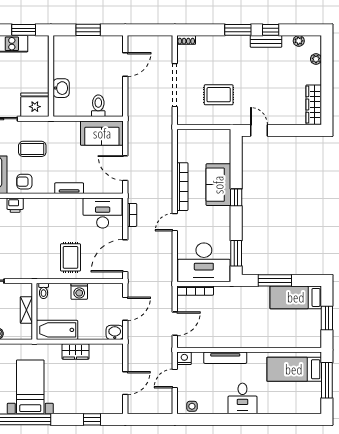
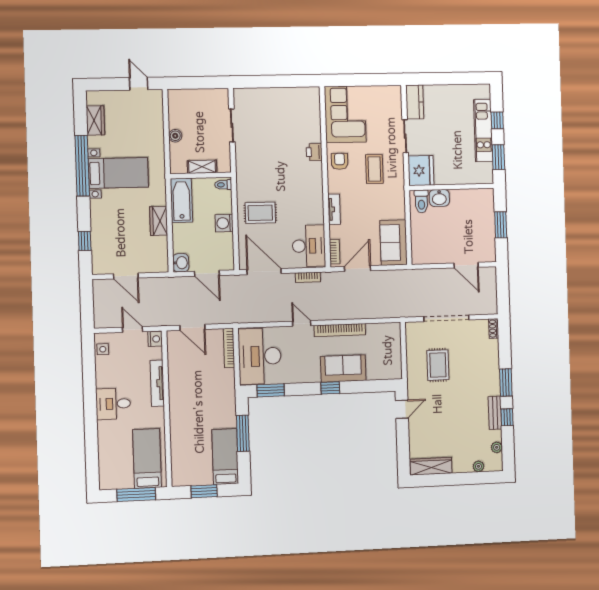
toilet: (98, 106) -> (421, 201), moved, turned 90
bookcase: (109, 189) -> (335, 252), added

